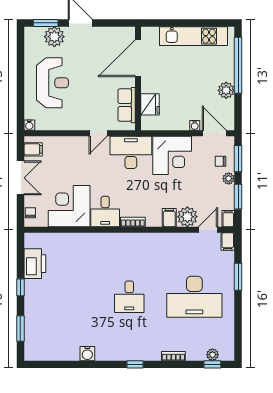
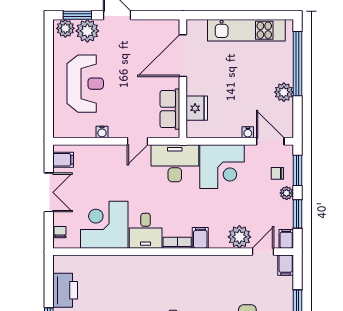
plant: (35, 34) -> (65, 28), added
water cooler: (29, 125) -> (102, 132), moved
filing cabinet: (169, 218) -> (200, 238), moved

